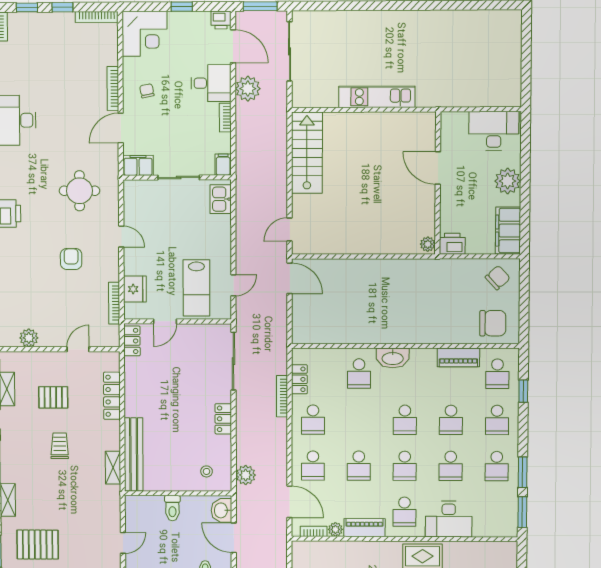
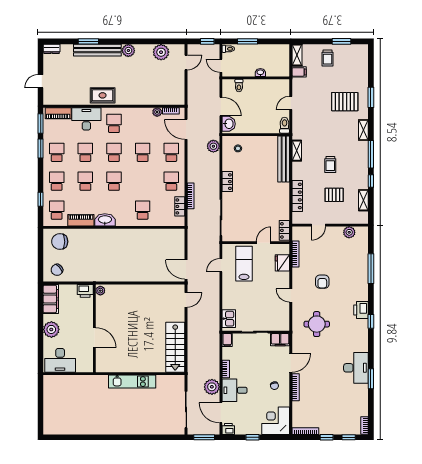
washbasin: (393, 358) -> (105, 220), moved
toilet: (172, 508) -> (285, 125), moved
piano: (364, 528) -> (58, 113), moved

